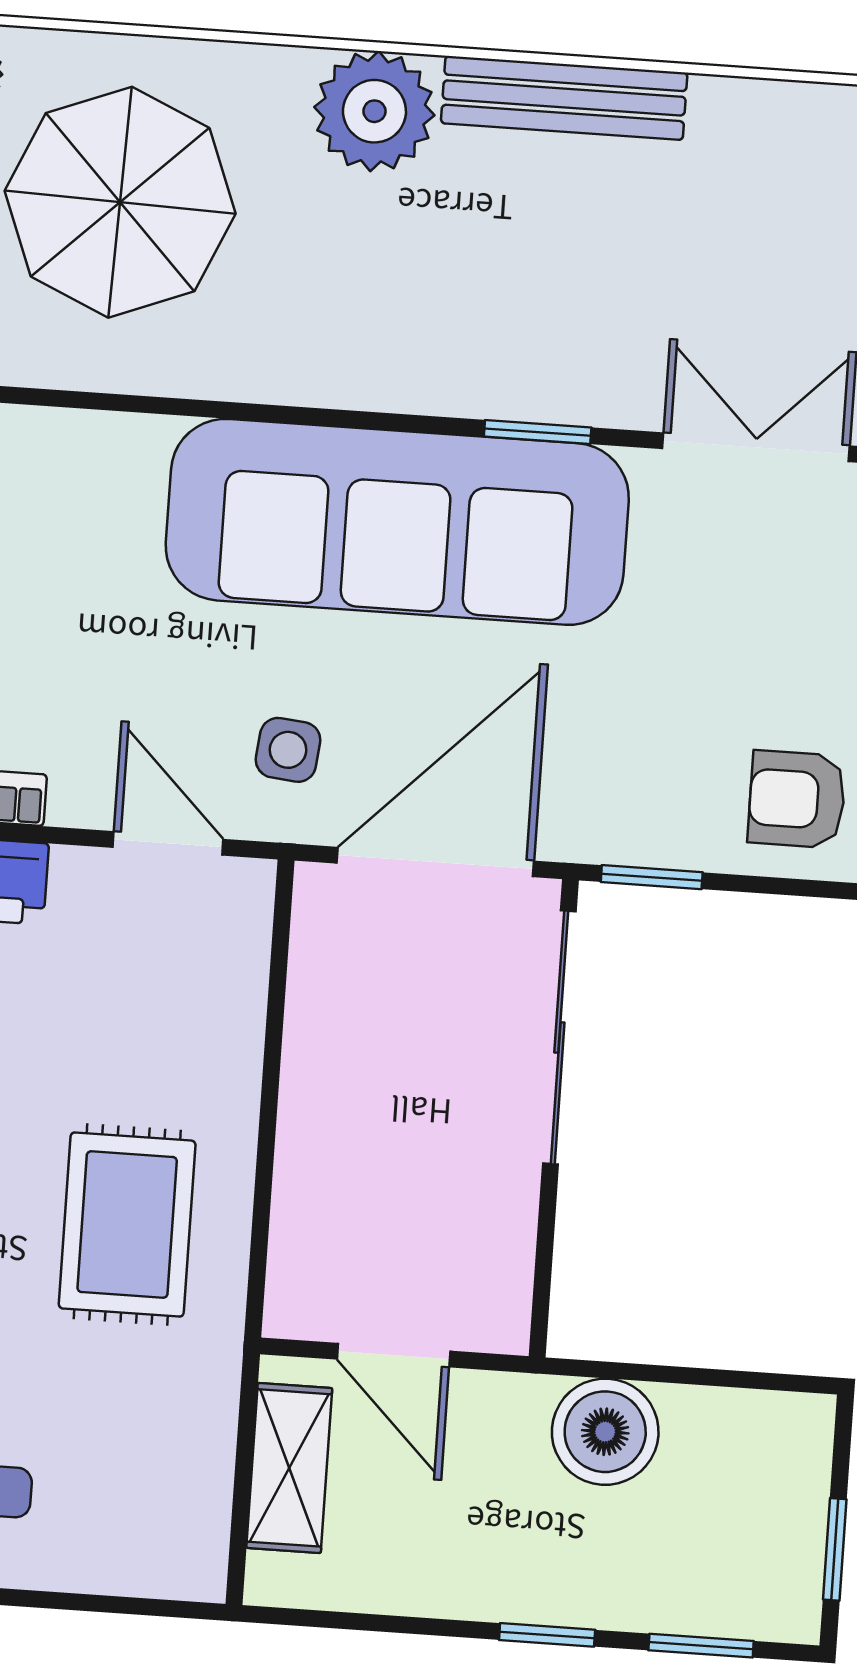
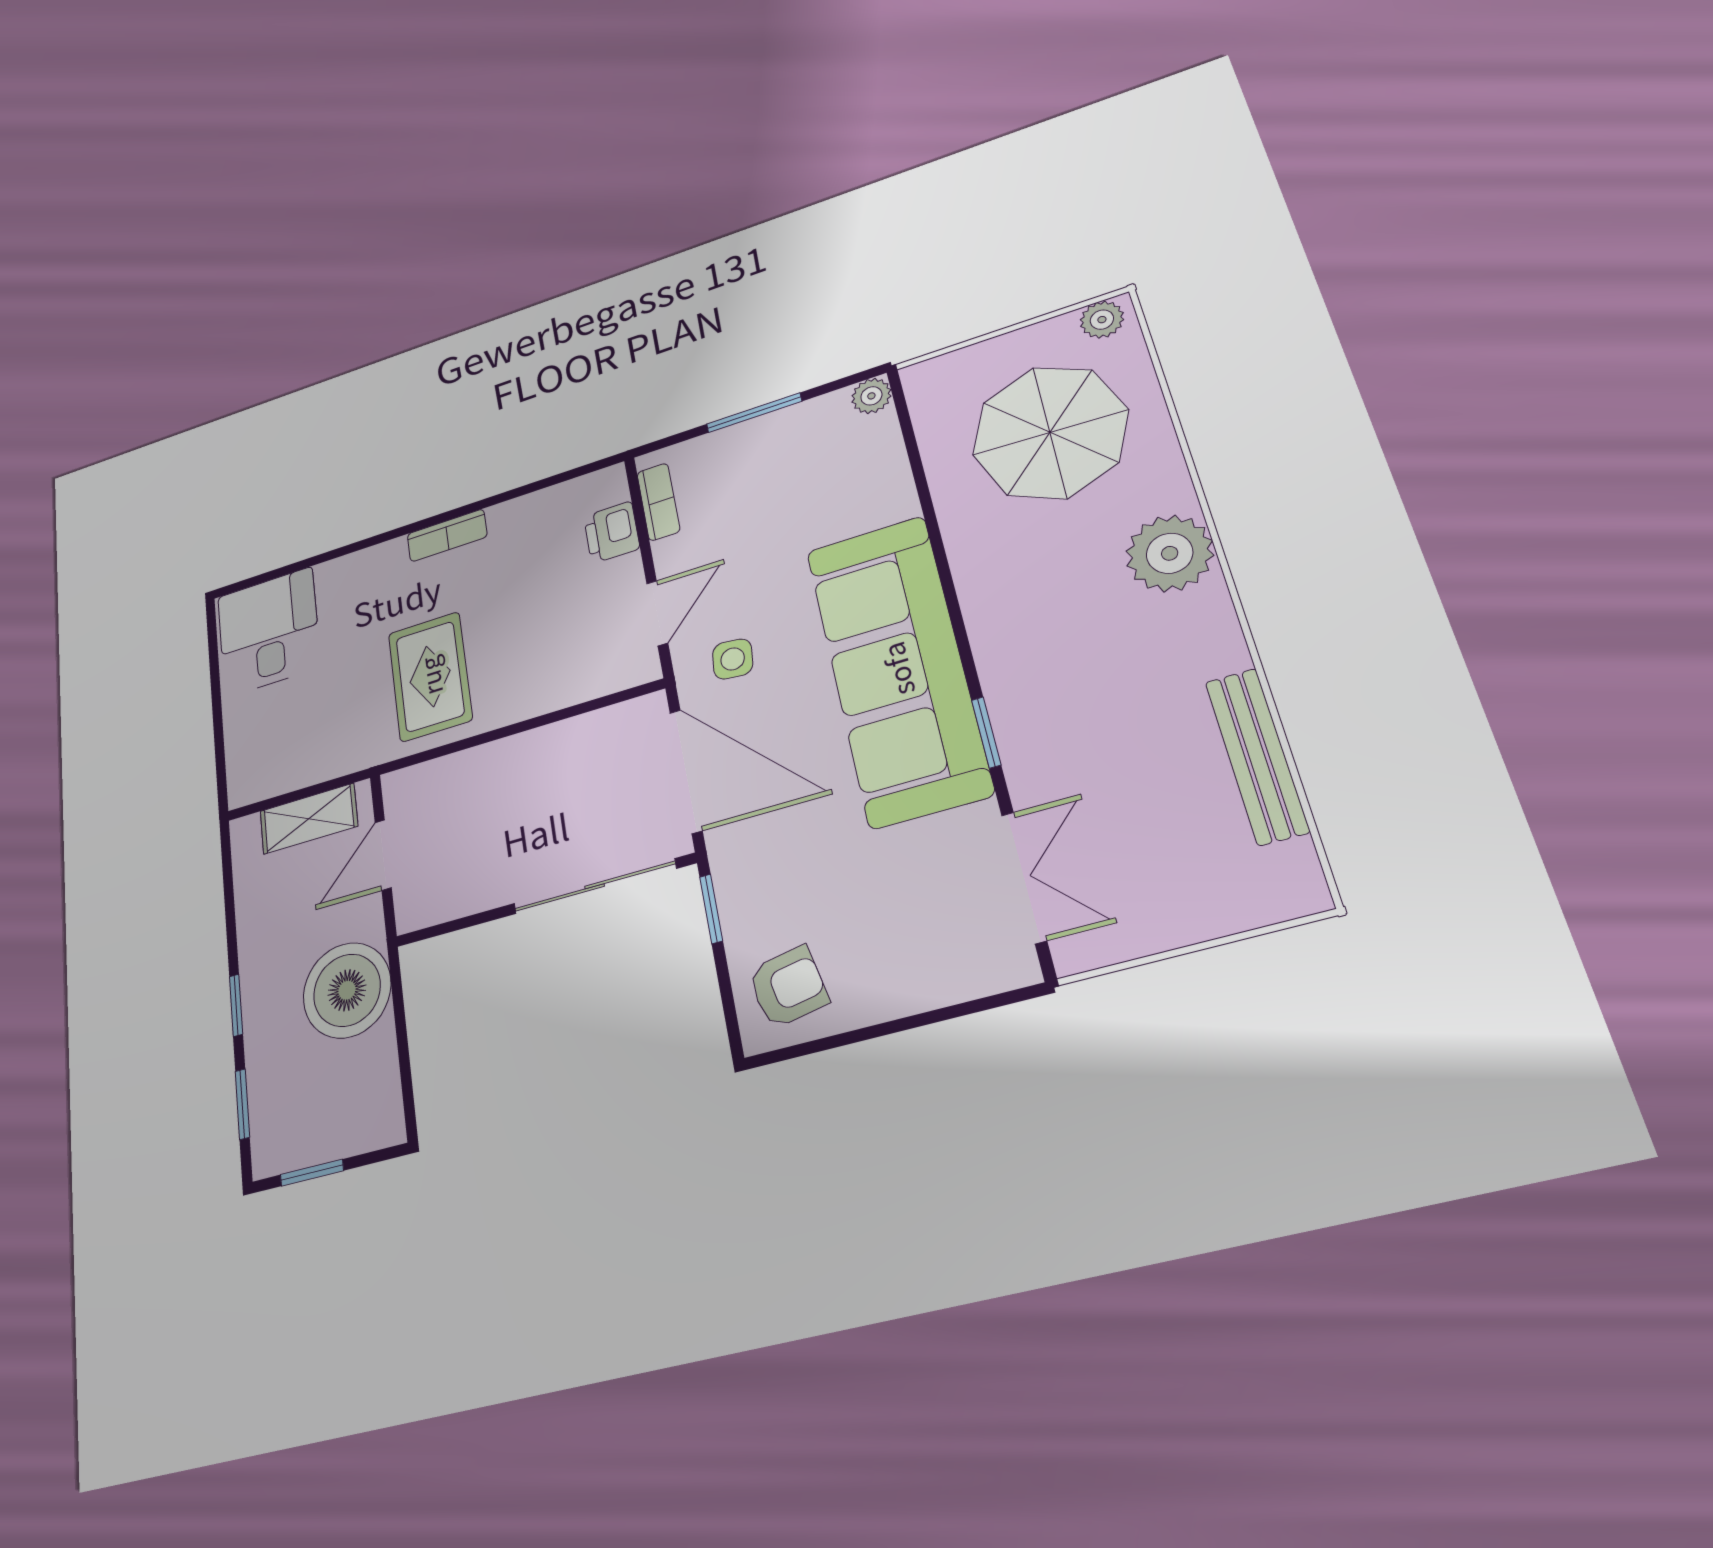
bench: (564, 98) -> (1257, 756), moved
armchair: (797, 799) -> (788, 987), turned 79
rug: (127, 1225) -> (430, 676), turned 90
boiler: (605, 1432) -> (347, 990), width x1.37, depth x1.37

